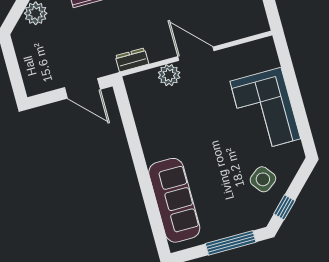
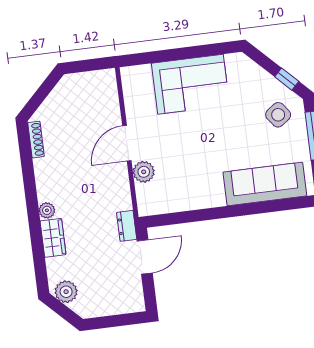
dresser: (132, 60) -> (127, 226), moved
side table: (263, 179) -> (278, 115), moved

